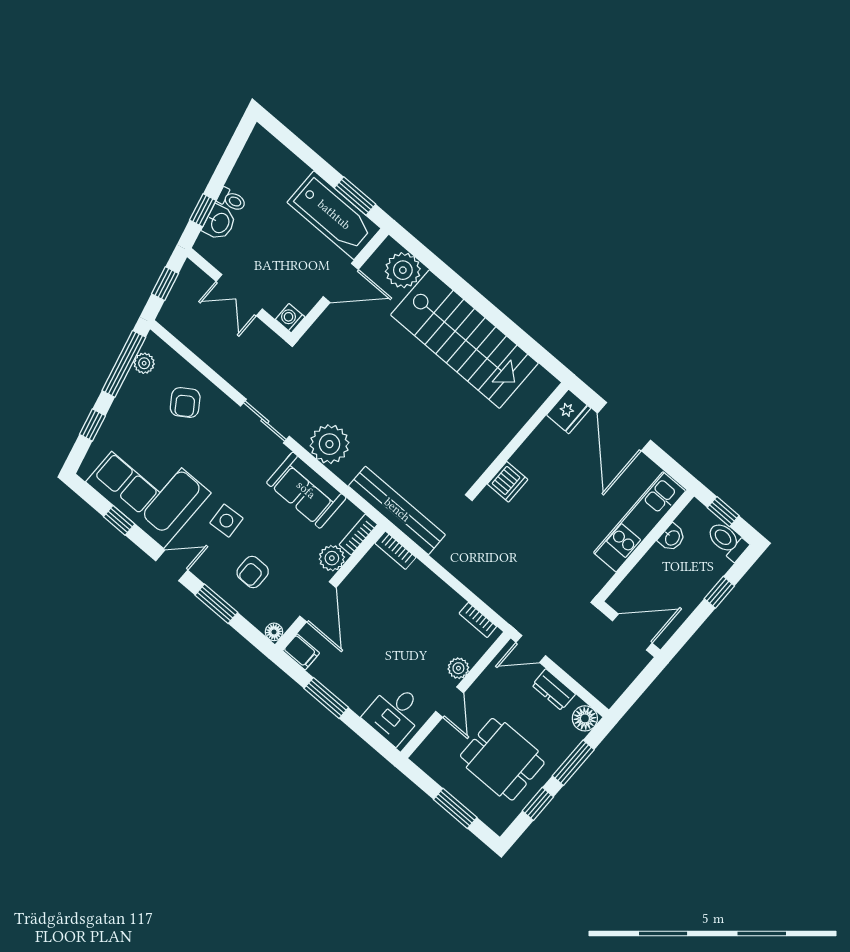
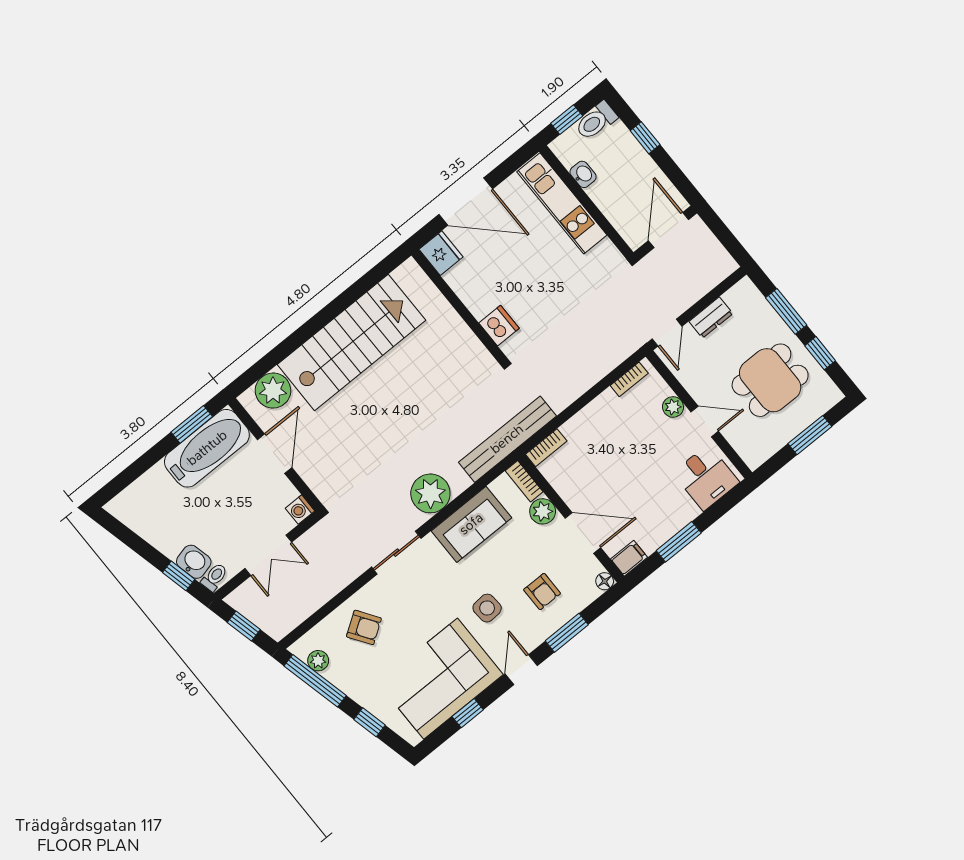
toilet: (232, 200) -> (214, 577), moved
floor lamp: (585, 718) -> (745, 292), removed

